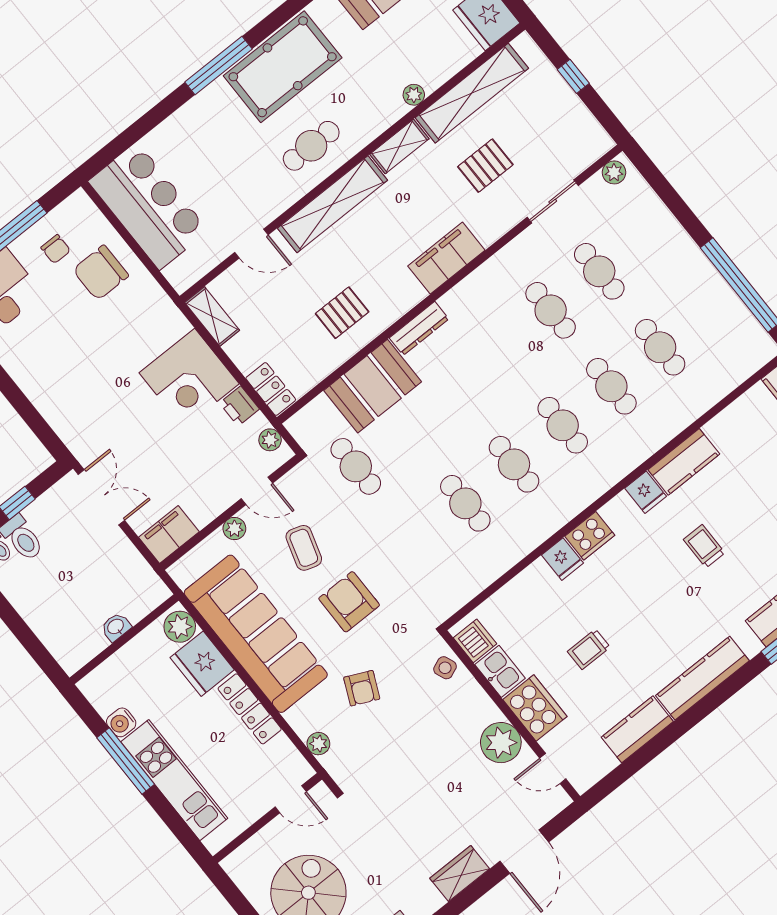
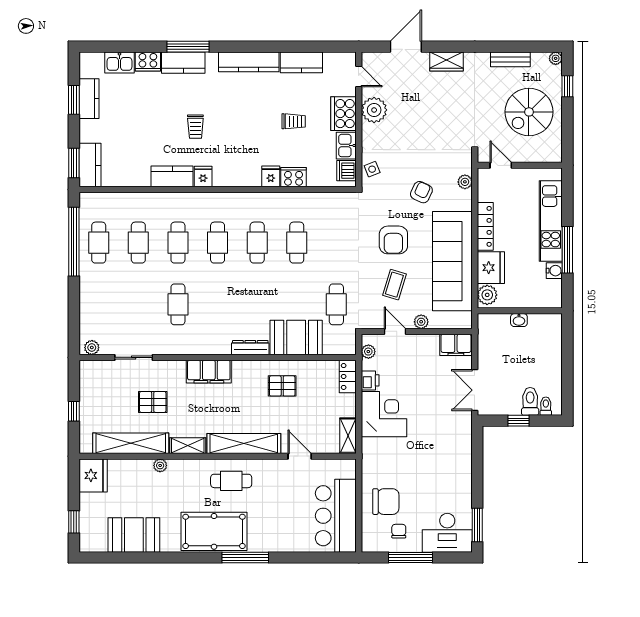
cafe table: (599, 271) -> (99, 243), moved
cooker: (590, 536) -> (294, 177), moved

